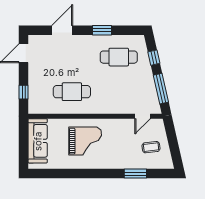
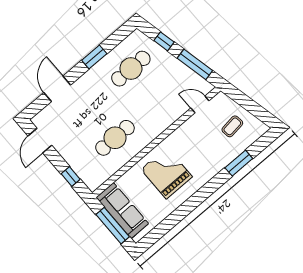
door: (143, 116) -> (200, 104), swing flipped
grand piano: (85, 141) -> (167, 173), turned -90
window: (24, 145) -> (113, 226), added

